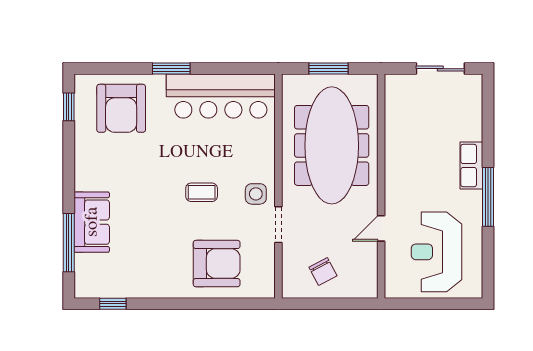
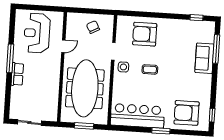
armchair: (121, 108) -> (187, 113), turned -90
reception desk: (436, 252) -> (37, 33), turned 180

